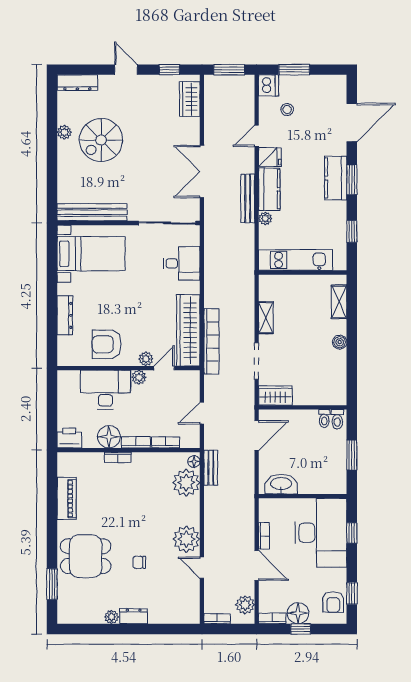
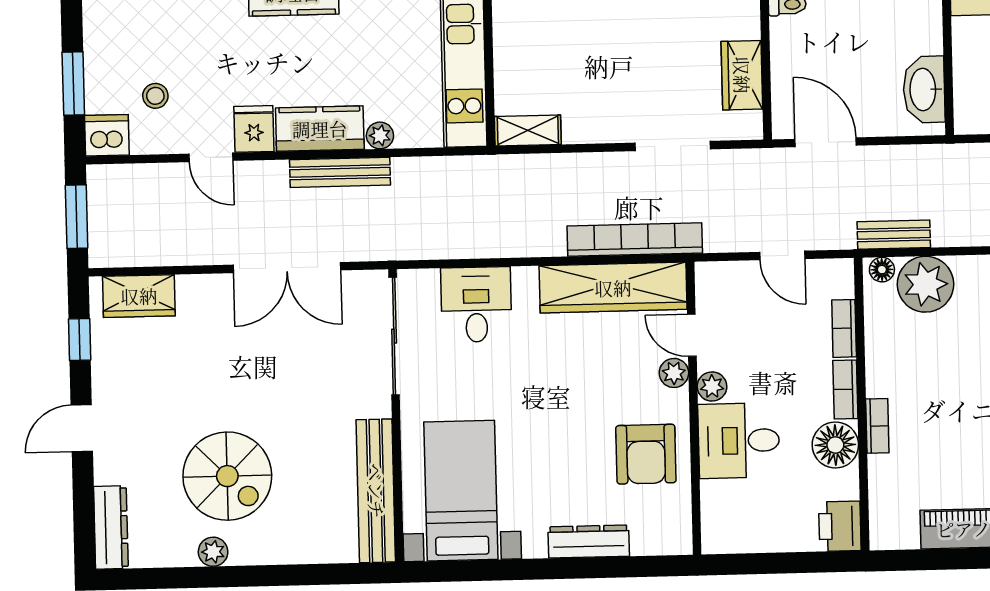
shelving: (266, 318) -> (528, 130), moved
desk: (105, 390) -> (739, 441), width x0.73
wardrobe: (275, 396) -> (742, 75), moved

